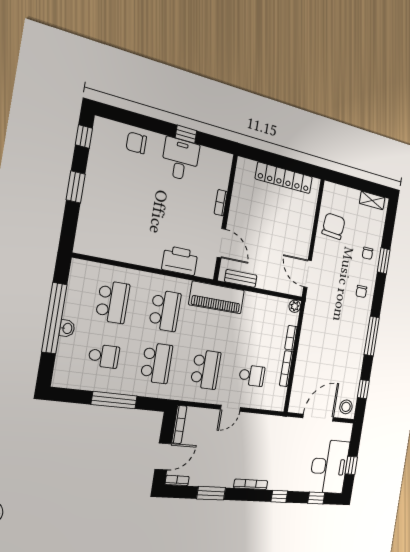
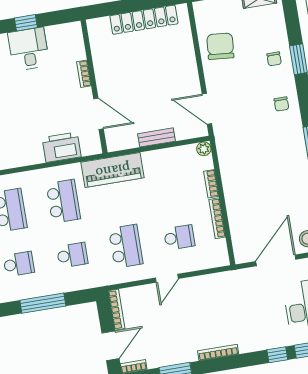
bench: (241, 278) -> (156, 137), moved
school desk: (157, 363) -> (72, 255), width x0.54
window: (279, 496) -> (277, 355), moved

